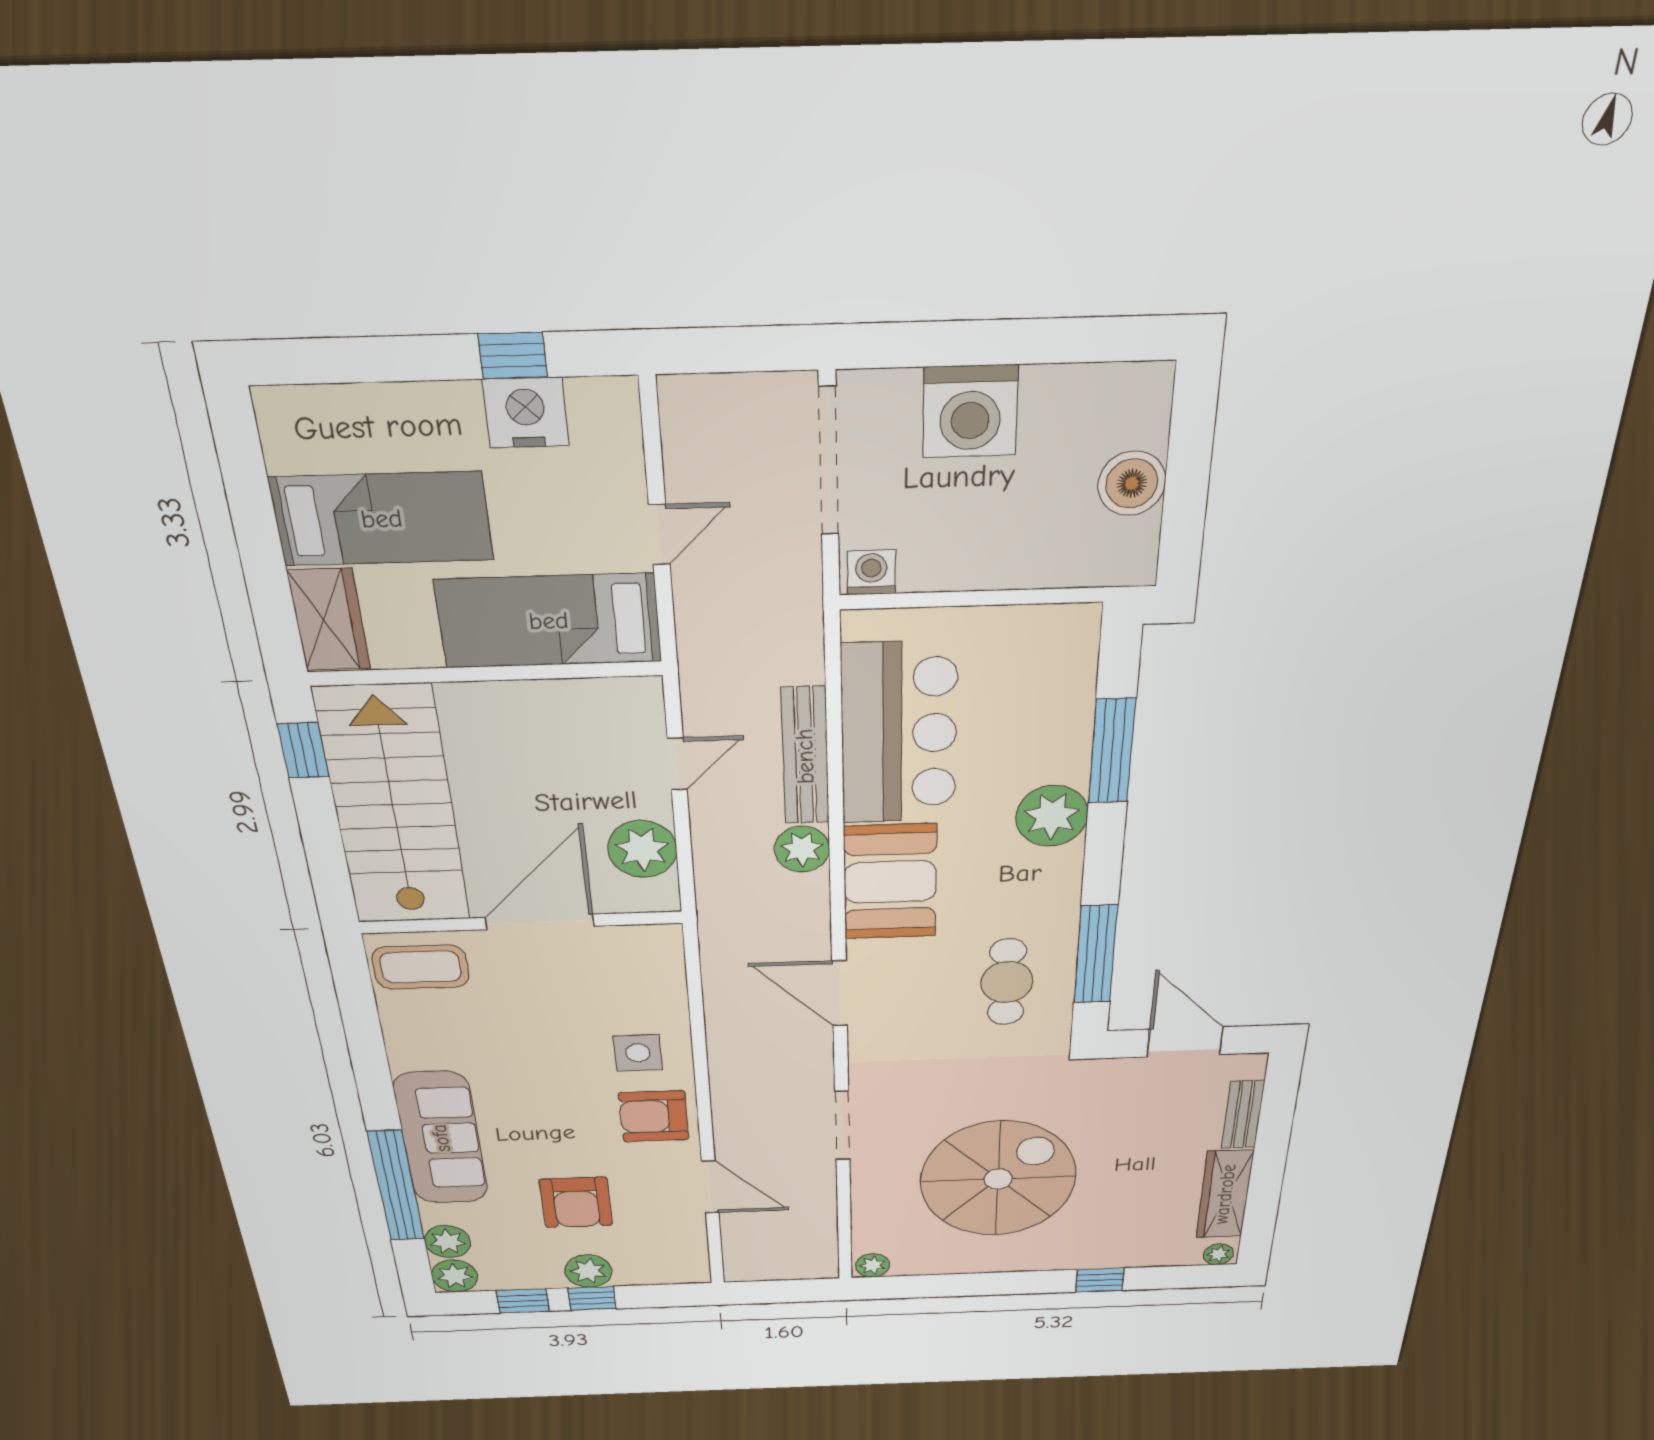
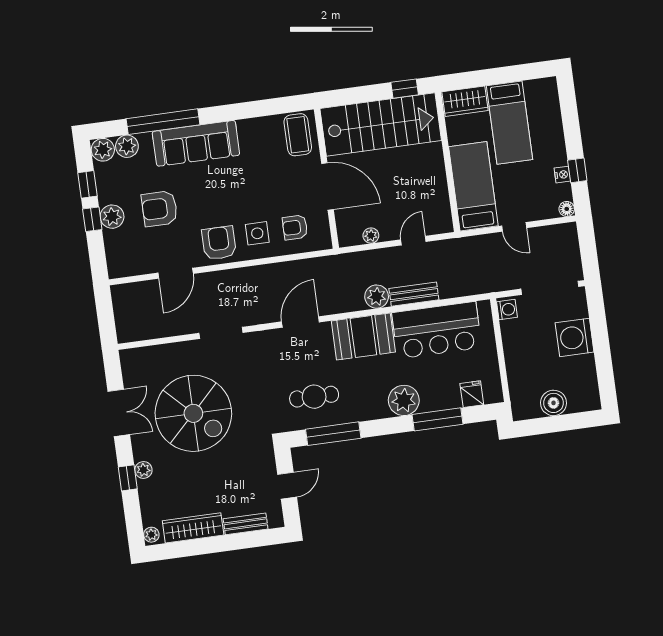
floor lamp: (619, 396) -> (567, 209), added
nightstand: (526, 413) -> (562, 175), width x0.53, depth x0.56
fridge: (1068, 672) -> (472, 394), added
bench: (805, 756) -> (414, 294), width x0.73
door: (677, 764) -> (413, 241), swing flipped
plant: (642, 849) -> (371, 236), width x0.53, depth x0.53
armchair: (629, 987) -> (295, 227), added
door: (1185, 1042) -> (287, 486), width x0.73
plant: (873, 1265) -> (143, 470), moved
double door: (973, 1285) -> (119, 413), added

